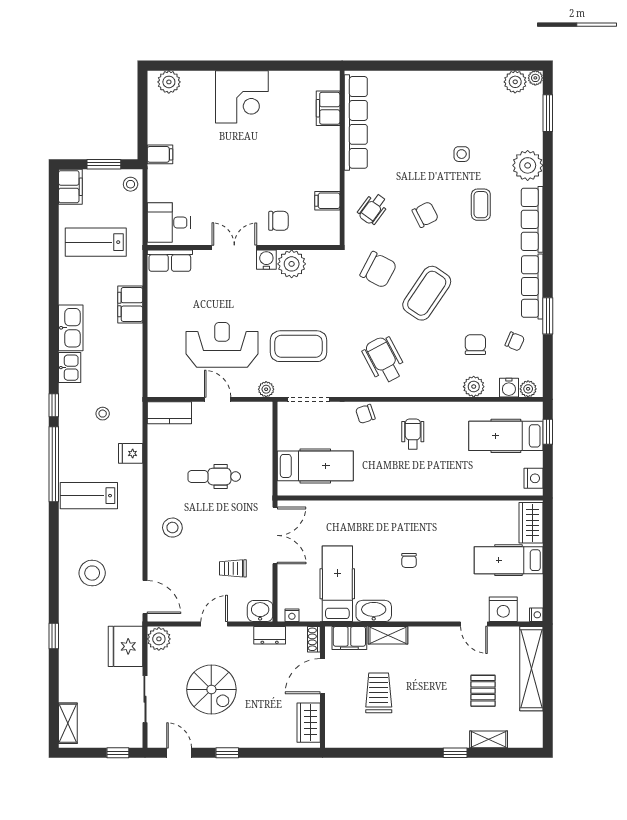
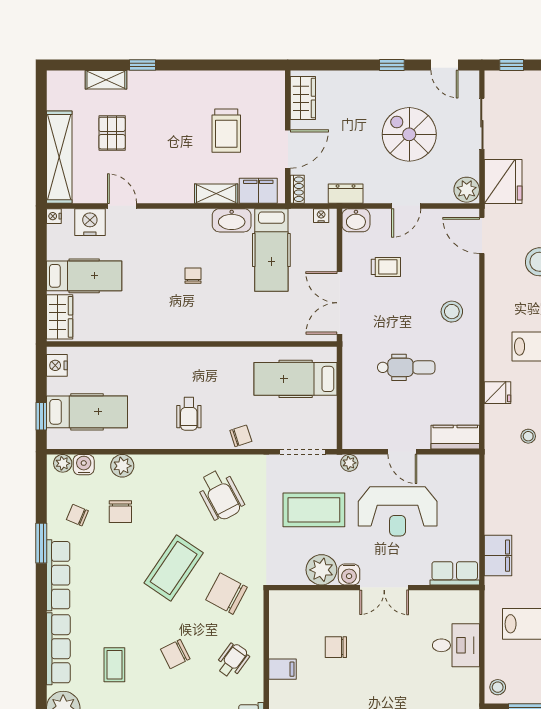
double door: (234, 248) -> (384, 588), moved
wall: (244, 248) -> (374, 588), moved
water cooler: (266, 260) -> (349, 574), moved
row of seats: (170, 261) -> (455, 573), moved
plant: (292, 264) -> (321, 570), moved

